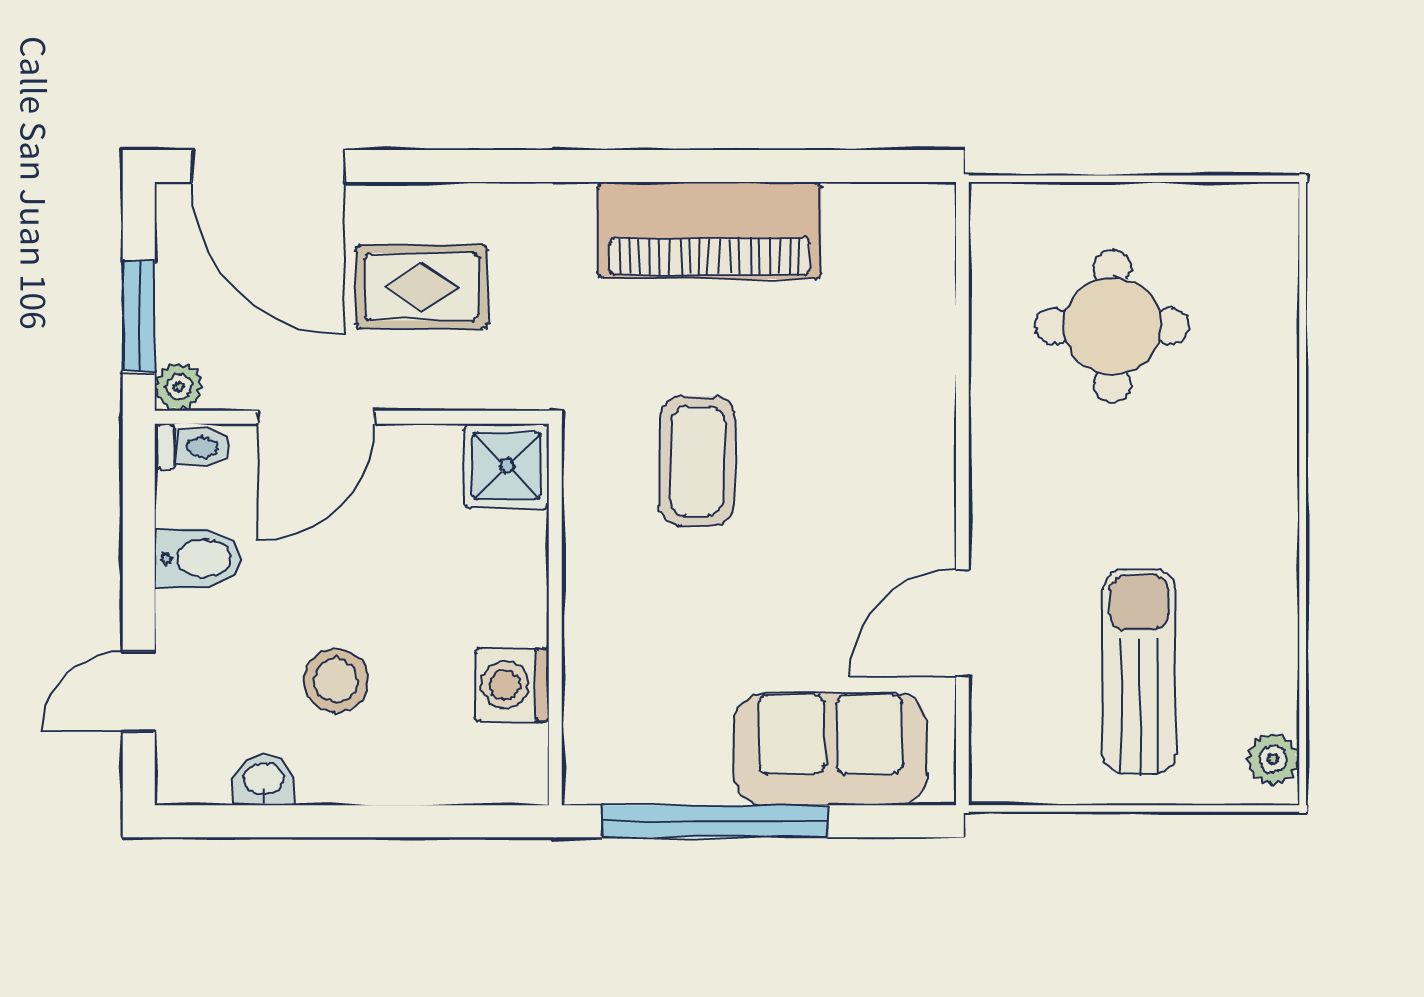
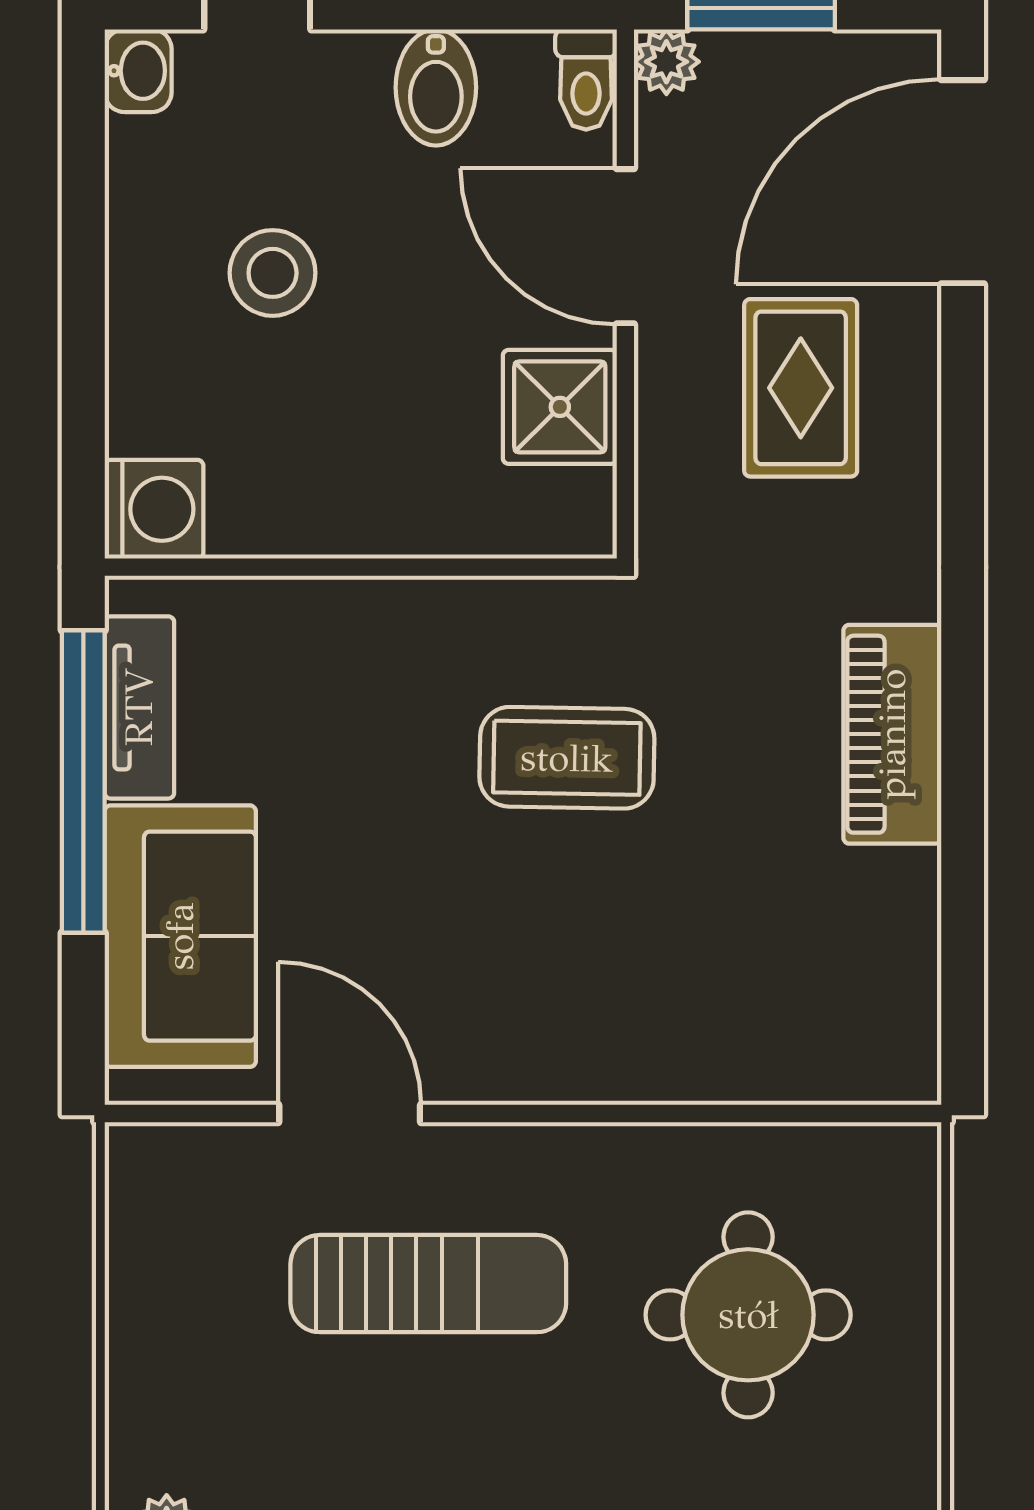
piano: (710, 230) -> (892, 734), width x0.73, depth x0.75
shower: (506, 466) -> (560, 407), moved
sun lounger: (1139, 671) -> (428, 1284), moved
washing machine: (512, 685) -> (154, 509), moved, turned 90
tv unit: (660, 779) -> (139, 707), added
washbasin: (264, 780) -> (138, 71), moved

